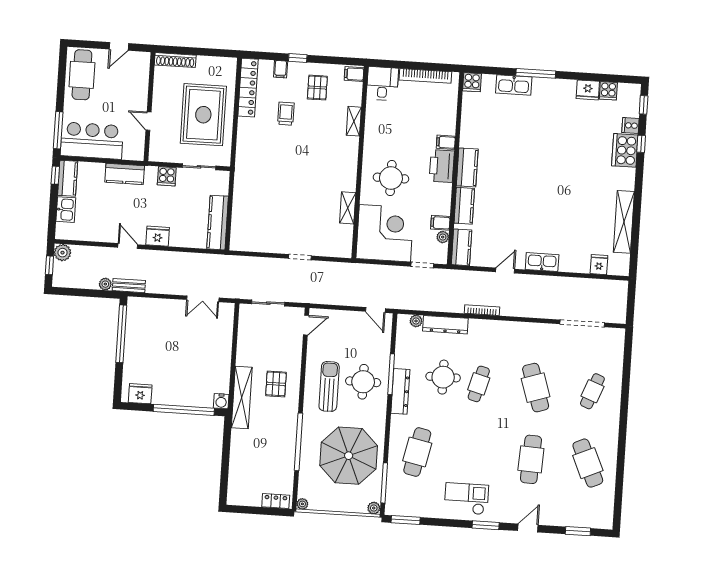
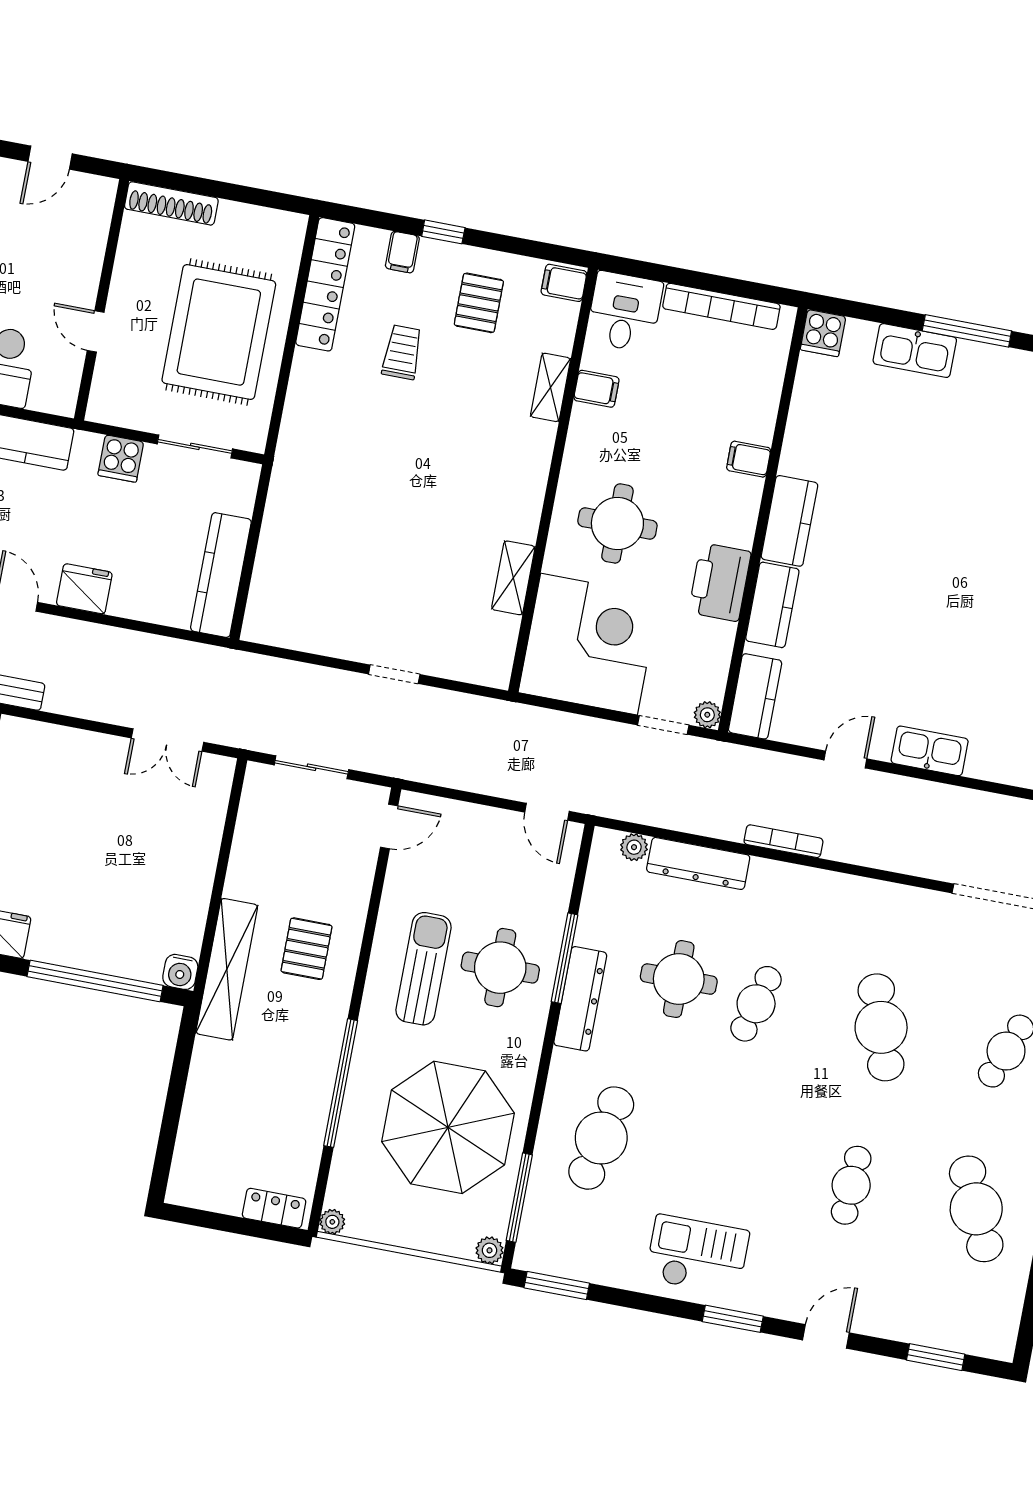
printer: (442, 166) -> (720, 582), moved
filing cabinet: (440, 223) -> (596, 389), moved, turned 180
plant: (443, 237) -> (707, 715), moved
cafe table: (531, 459) -> (851, 1185), width x0.73, depth x0.74

